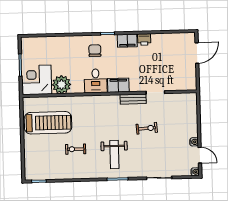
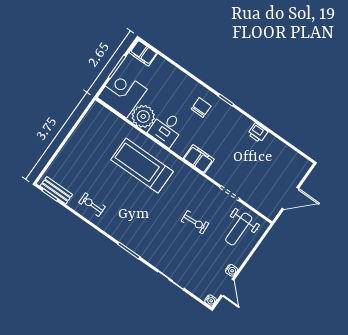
filing cabinet: (127, 41) -> (143, 53), moved
door: (197, 53) -> (290, 198), moved
desk: (96, 81) -> (167, 129), moved
bench: (133, 99) -> (56, 190), moved
treadmill: (48, 123) -> (142, 166), moved, turned 180
exercise bike: (76, 149) -> (92, 205), moved
weight bench: (114, 155) -> (239, 229), moved

